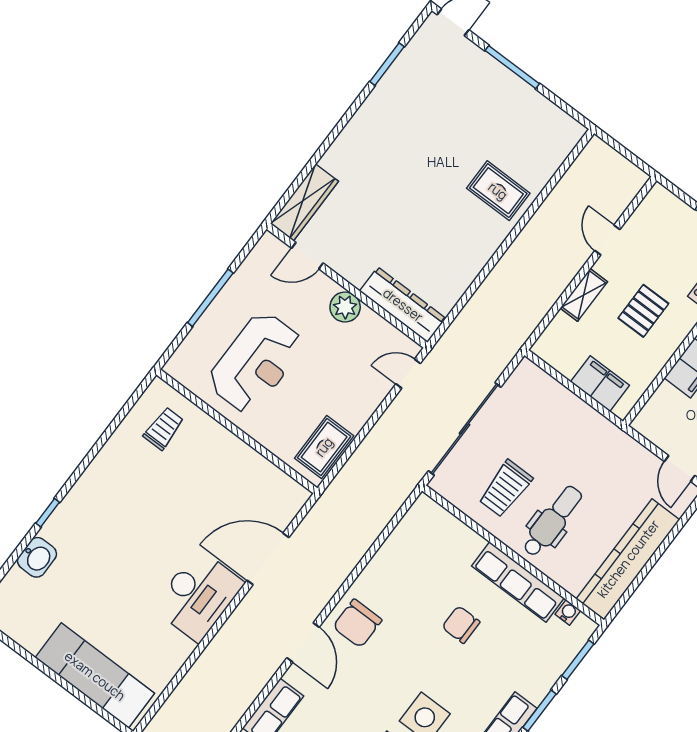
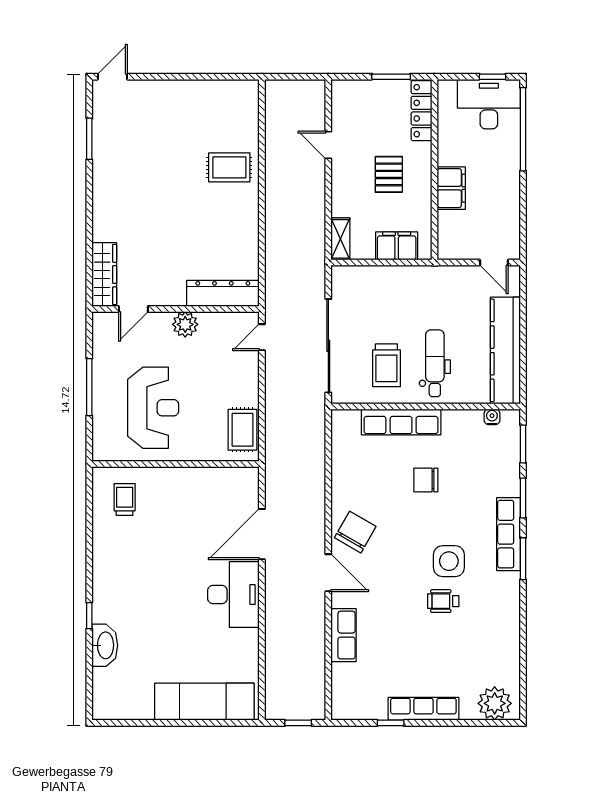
window: (512, 67) -> (176, 77), removed
shelving: (584, 295) -> (340, 239), moved
washbasin: (37, 557) -> (105, 645), width x1.38
row of seats: (518, 582) -> (401, 422), moved
chair: (357, 623) -> (355, 532), turned -150

